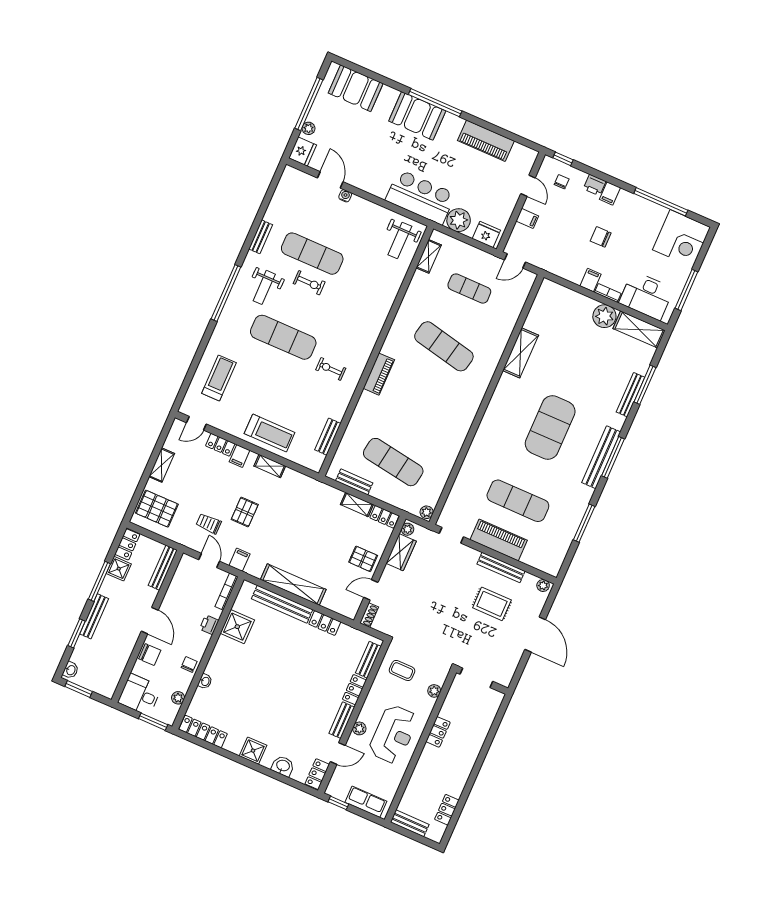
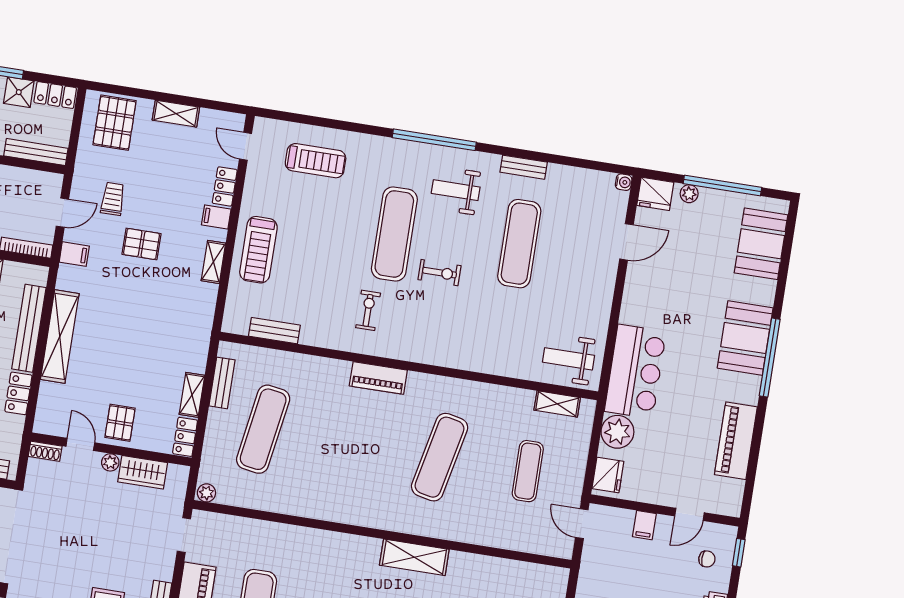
water cooler: (345, 196) -> (624, 182), moved
exercise bike: (309, 283) -> (439, 273), moved, turned -90
shelving: (521, 353) -> (414, 557), moved
plant: (408, 529) -> (110, 462), moved

